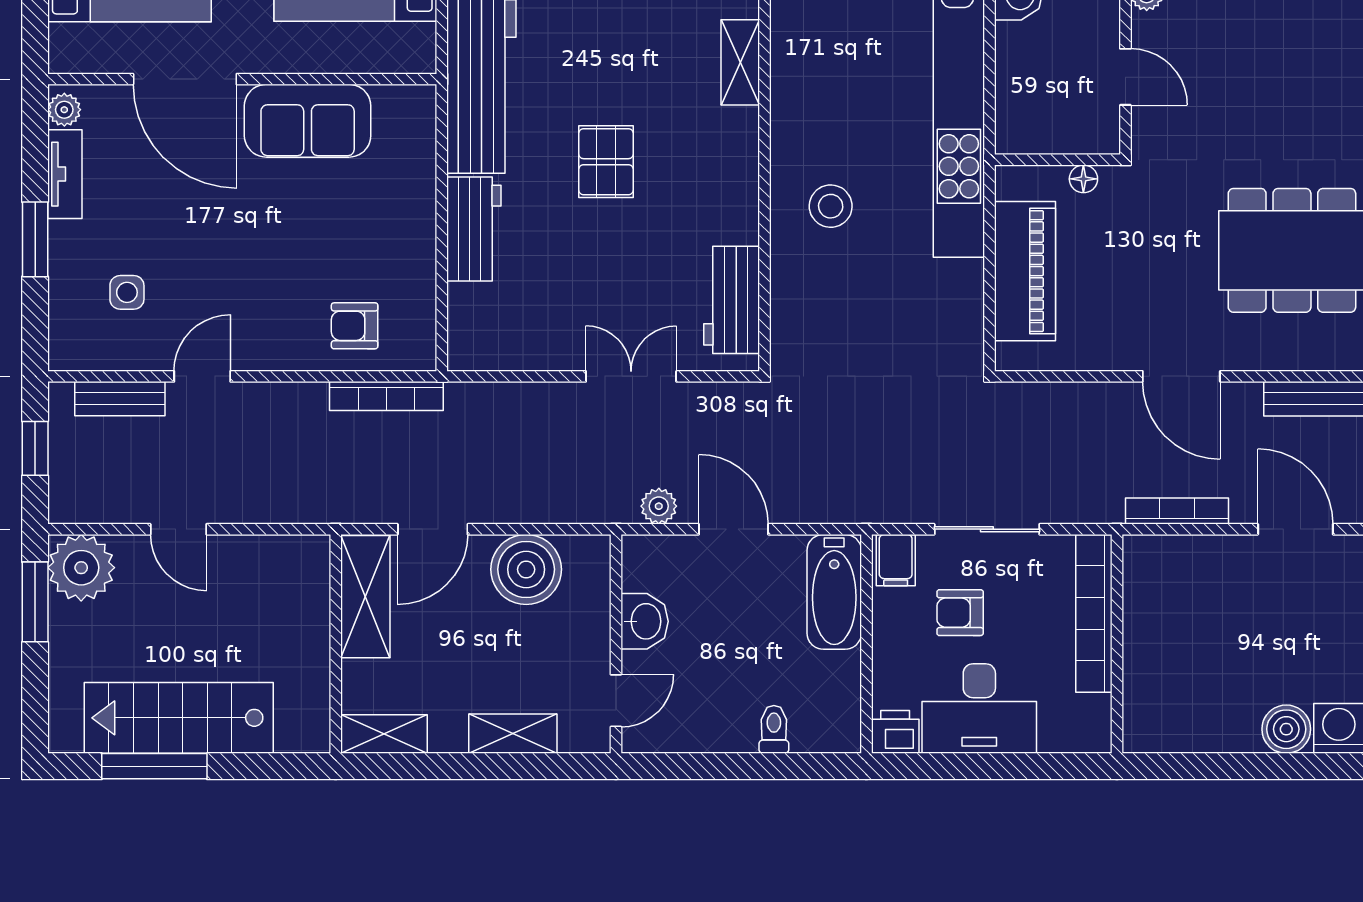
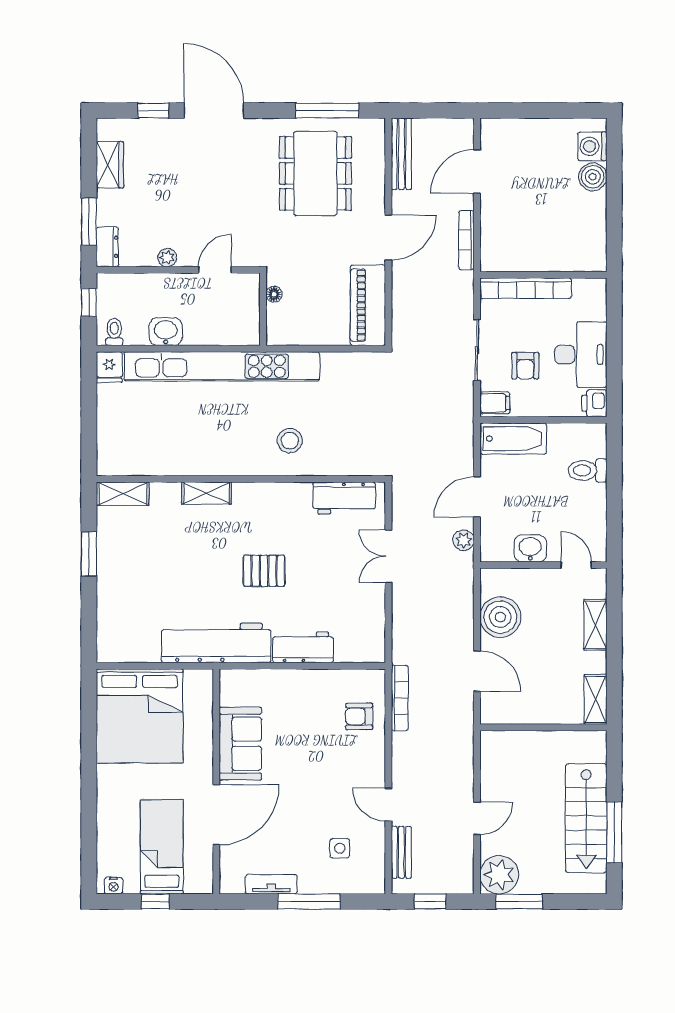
plant: (64, 110) -> (234, 885), removed
window: (35, 239) -> (309, 901), width x1.44
piano: (1025, 271) -> (368, 305), moved, turned -90
armchair: (355, 326) -> (359, 716), turned 90
shelving: (365, 597) -> (516, 710), removed
toilet: (774, 729) -> (587, 470), width x1.37, depth x1.39

